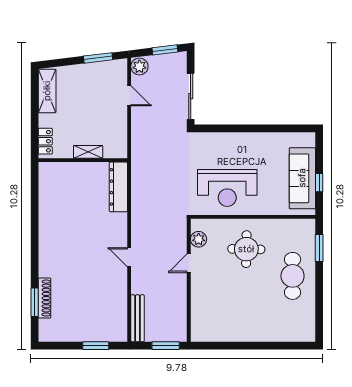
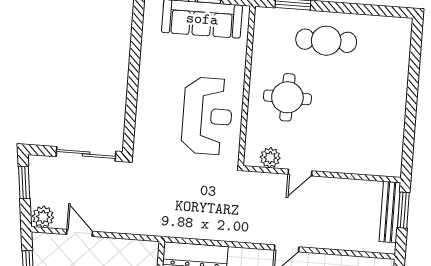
door: (129, 96) -> (80, 233), hinge flipped
door: (189, 263) -> (300, 173), hinge flipped
bench: (137, 318) -> (390, 212), moved, turned 90

